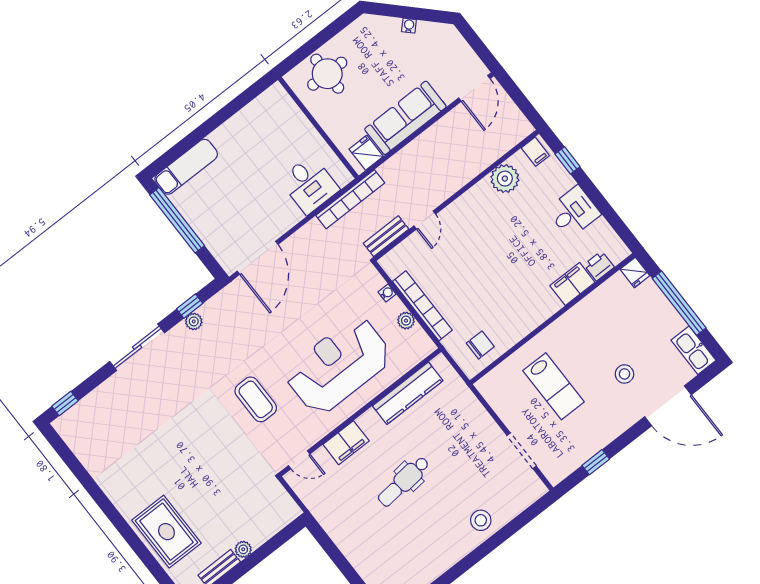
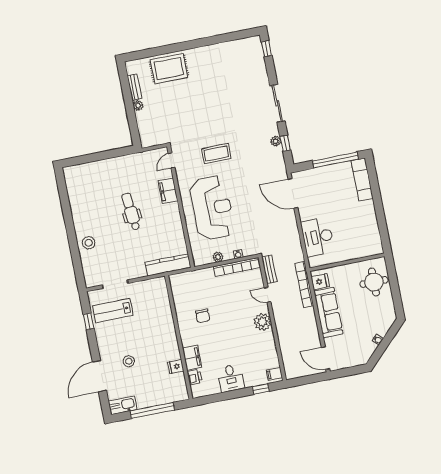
plant: (505, 179) -> (263, 322), moved
desk: (309, 185) -> (318, 237), width x1.37
bookcase: (350, 199) -> (304, 285), moved
fridge: (635, 272) -> (176, 367), moved
bookcase: (422, 306) -> (237, 267), moved
chair: (480, 345) -> (203, 316), moved
lab bench: (554, 386) -> (113, 311), moved
kitchen counter: (408, 393) -> (168, 265), moved, turned 90

